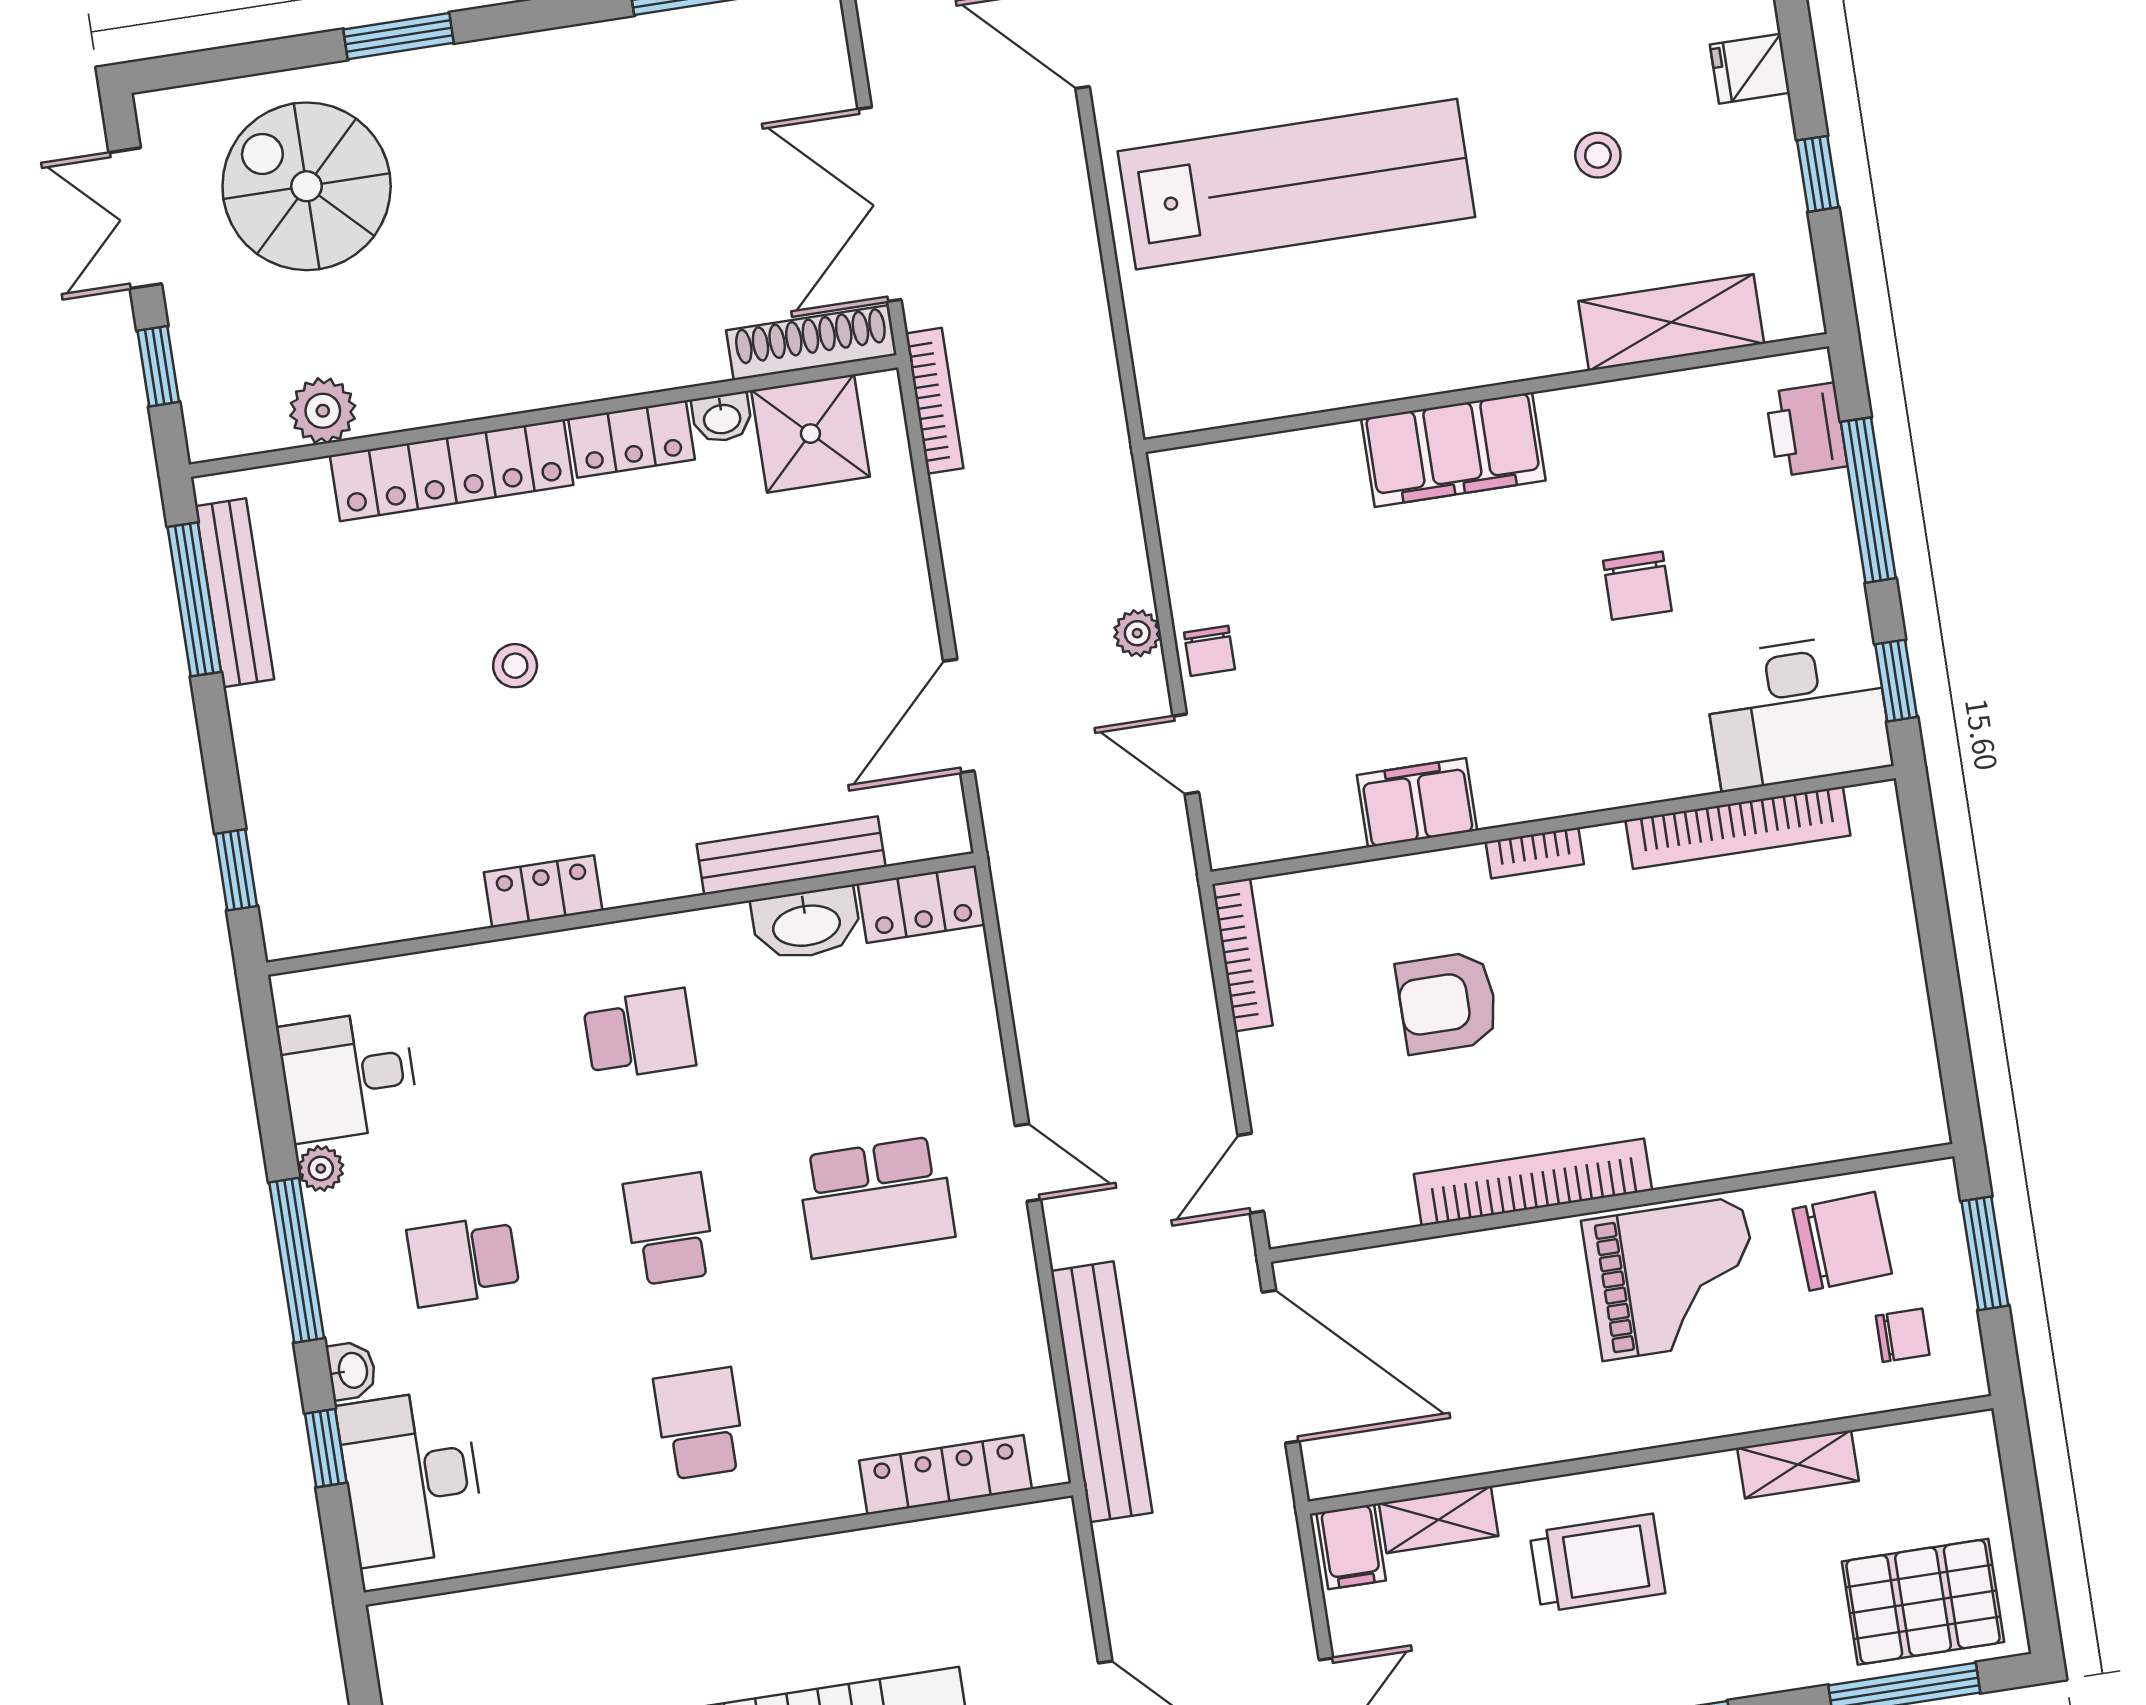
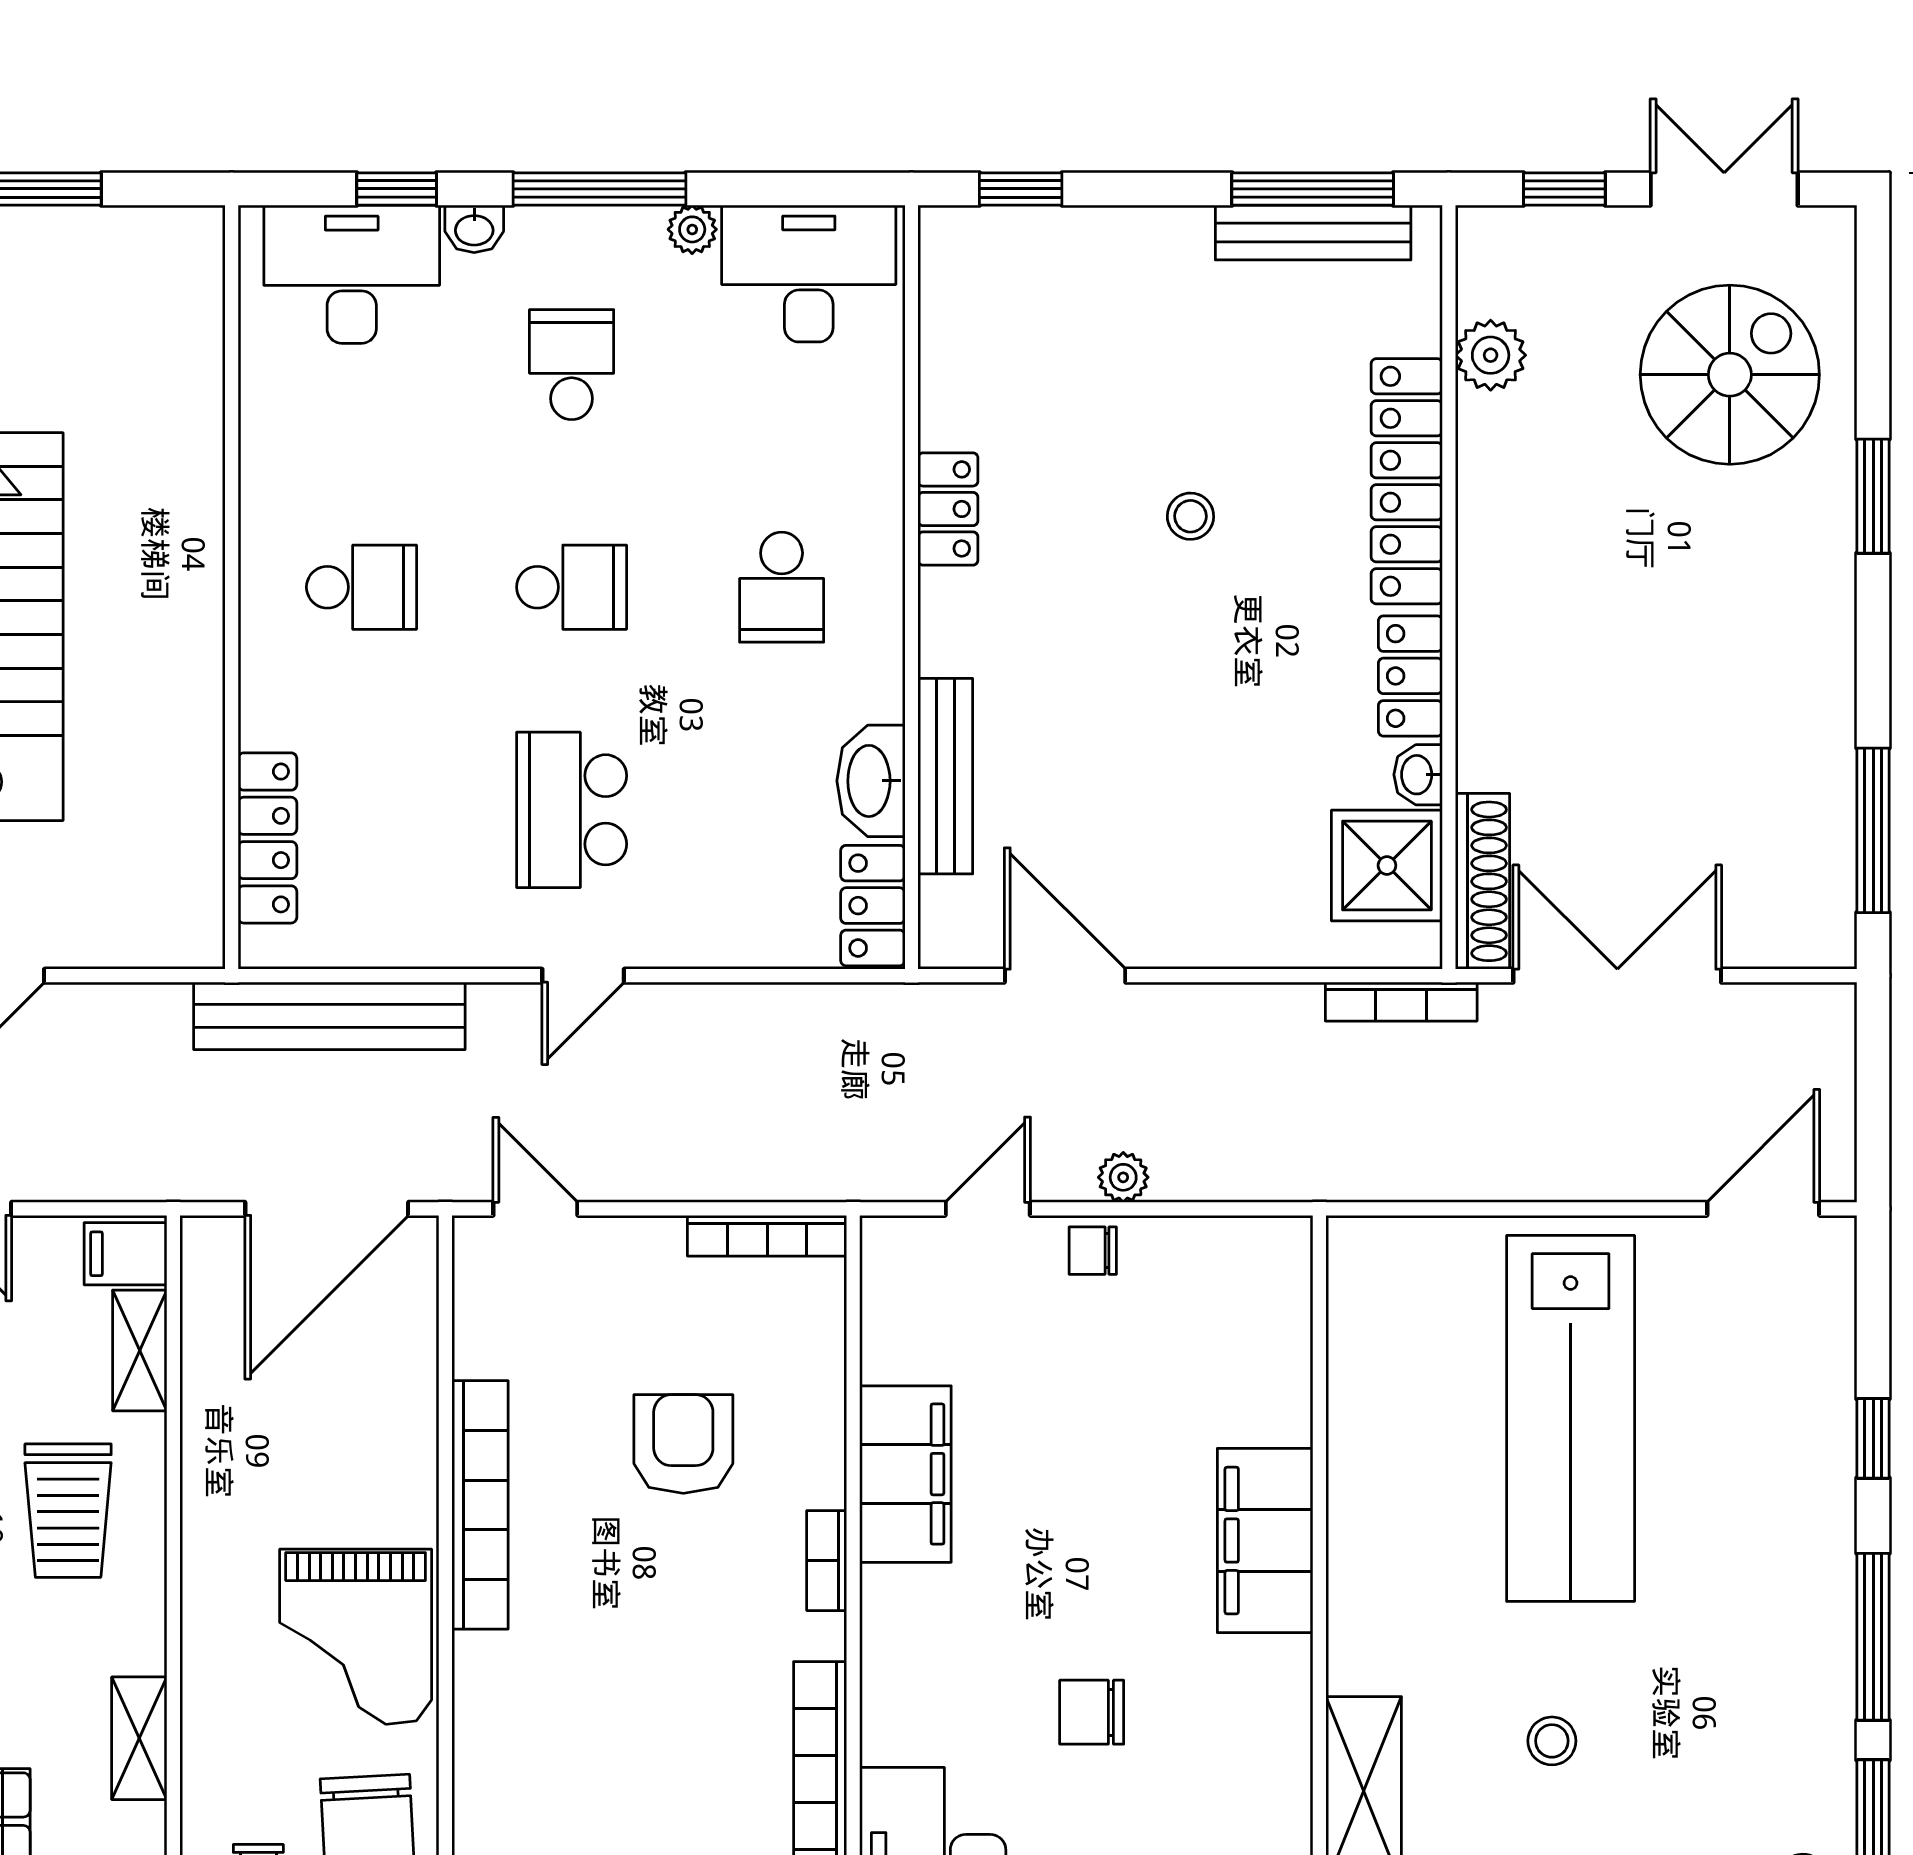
filing cabinet: (1417, 803) -> (905, 1474), width x1.50, depth x1.17
desk: (348, 1076) -> (809, 274), width x1.37

